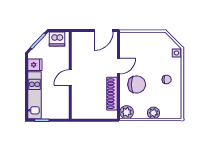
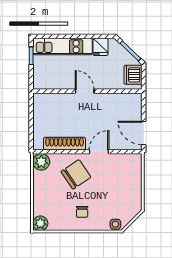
door: (119, 66) -> (99, 152), swing flipped
chair: (137, 84) -> (76, 174), turned -123
plant: (154, 113) -> (40, 223), moved

